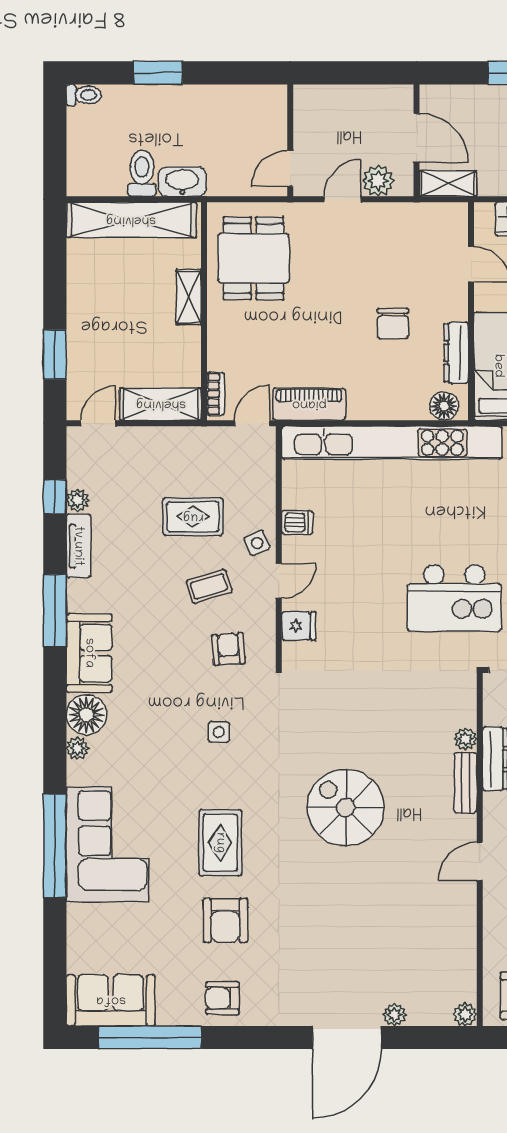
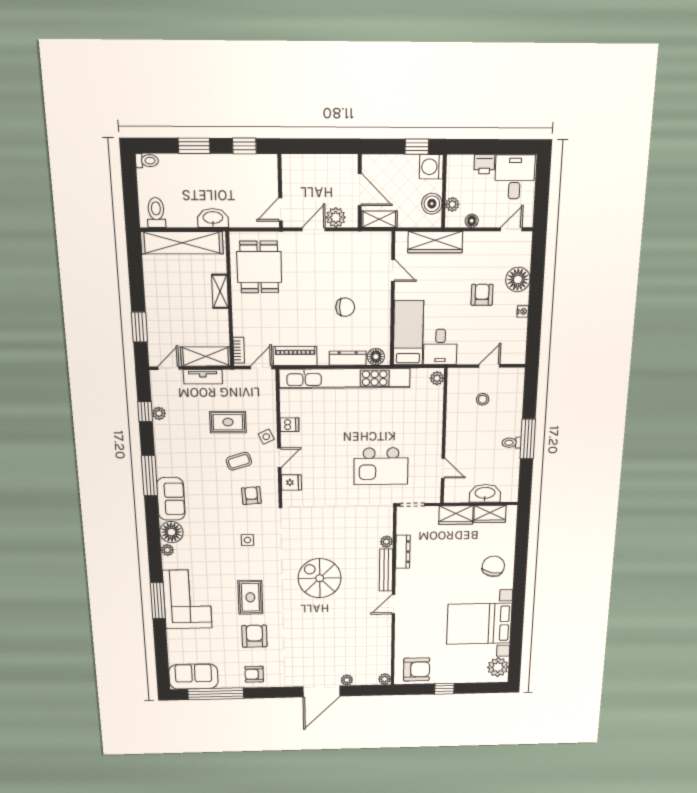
window: (236, 73) -> (244, 146), added
toilet: (142, 173) -> (156, 213), moved
chair: (393, 324) -> (345, 307), turned -90
dresser: (456, 353) -> (348, 358), moved, turned 90
tv unit: (78, 546) -> (203, 377), moved, turned 90
bench: (465, 783) -> (386, 570), width x1.36
window: (55, 846) -> (158, 601), width x0.68
armchair: (225, 920) -> (254, 636), turned 180

